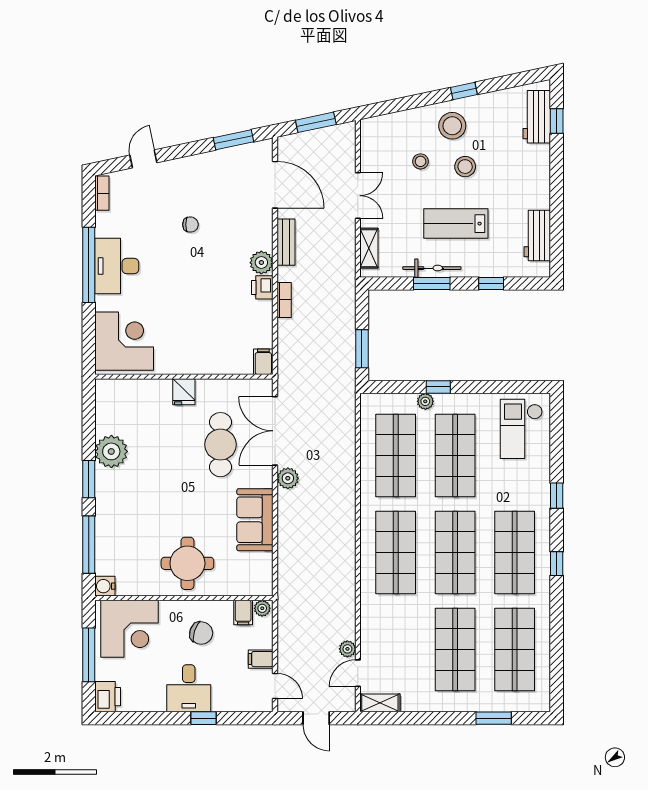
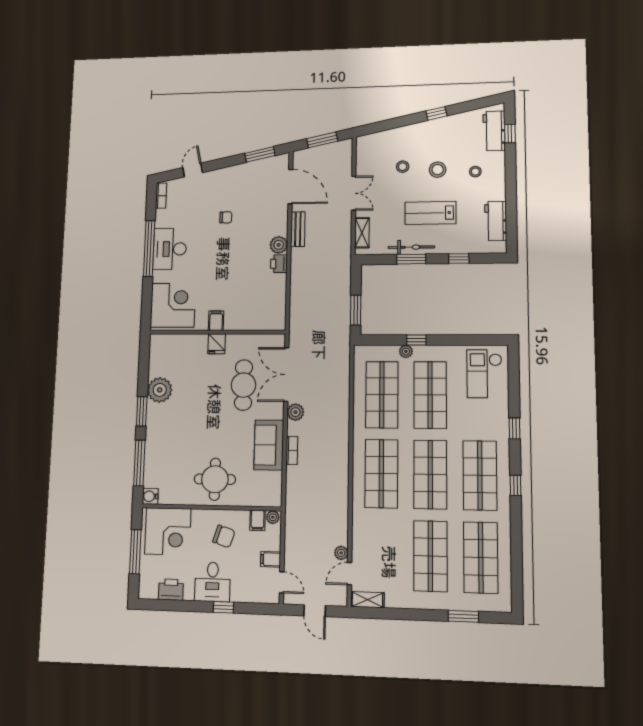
stool: (452, 126) -> (475, 172), moved, width x0.53, depth x0.53
bookcase: (284, 300) -> (292, 450), moved
filing cabinet: (263, 362) -> (216, 321), moved
printer: (108, 697) -> (171, 590), moved, turned -90

